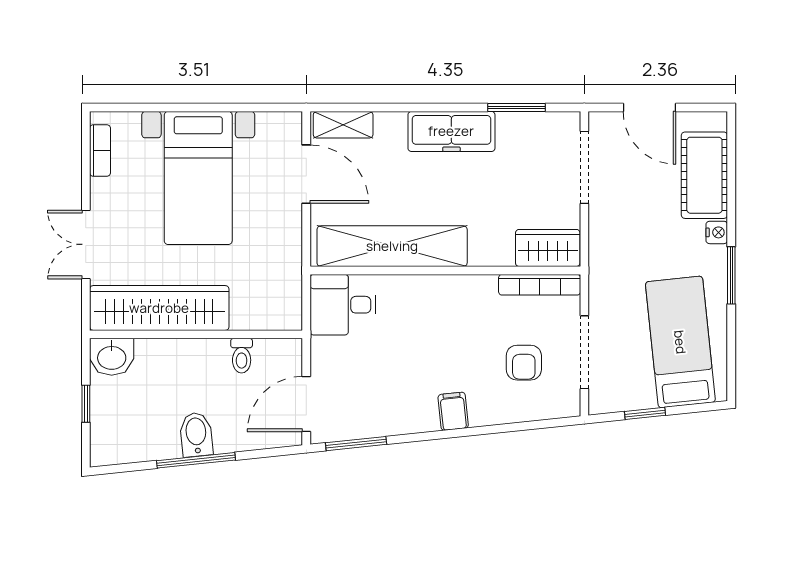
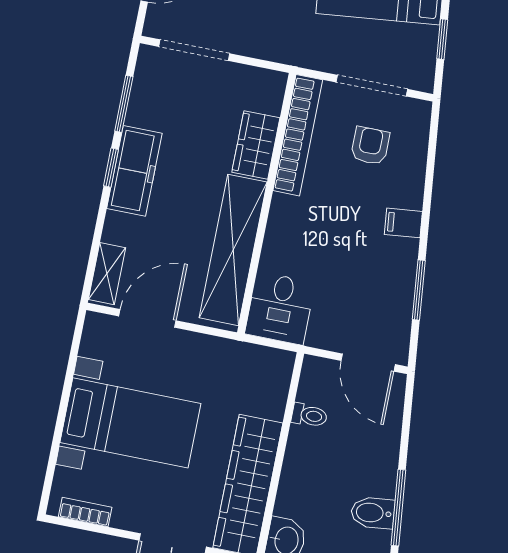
window: (450, 107) -> (111, 168), added
wardrobe: (548, 248) -> (256, 145), moved
bookcase: (540, 285) -> (298, 135), width x1.48, depth x1.31
armchair: (524, 363) -> (370, 146), turned -90
bidet: (196, 434) -> (373, 513), moved
window: (356, 444) -> (419, 290), moved
window: (196, 460) -> (398, 508), moved

